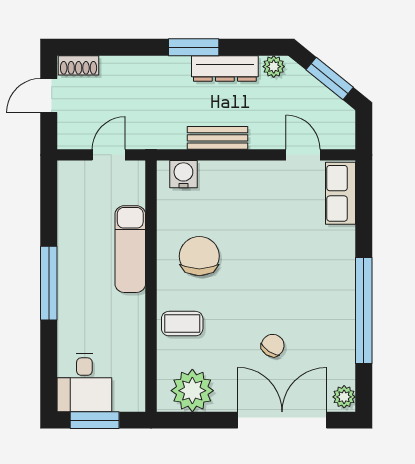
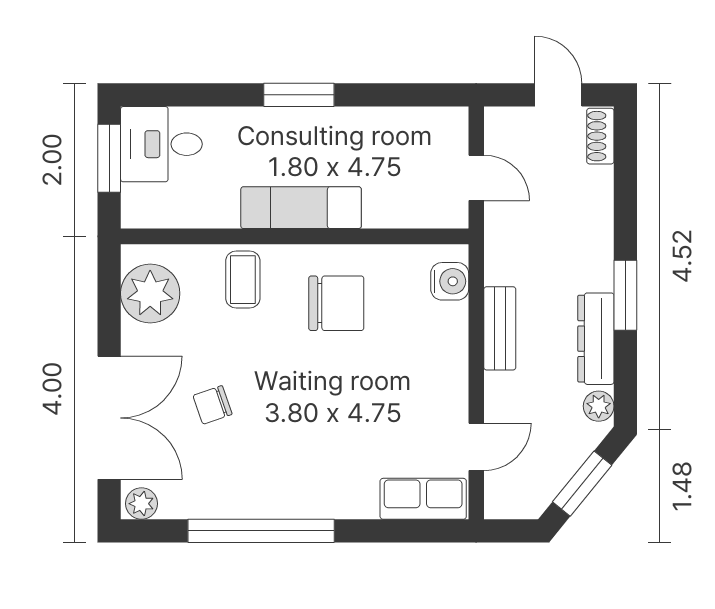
exam couch: (130, 249) -> (301, 208), moved
window: (49, 283) -> (299, 95), width x0.69
chair: (273, 345) -> (213, 405), turned 127

